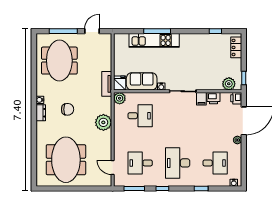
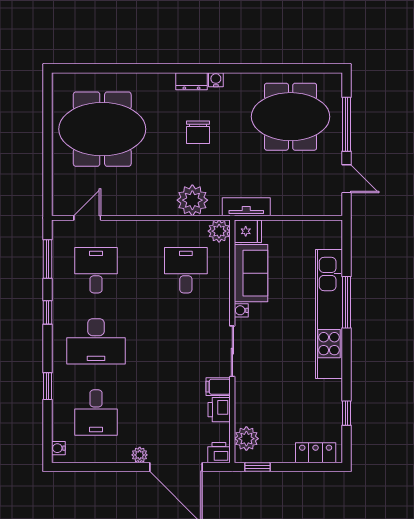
kitchen unit: (154, 40) -> (329, 314), width x1.36
desk: (140, 116) -> (186, 270), turned 180
plant: (103, 122) -> (192, 200), moved
desk: (178, 163) -> (96, 341), turned 180

